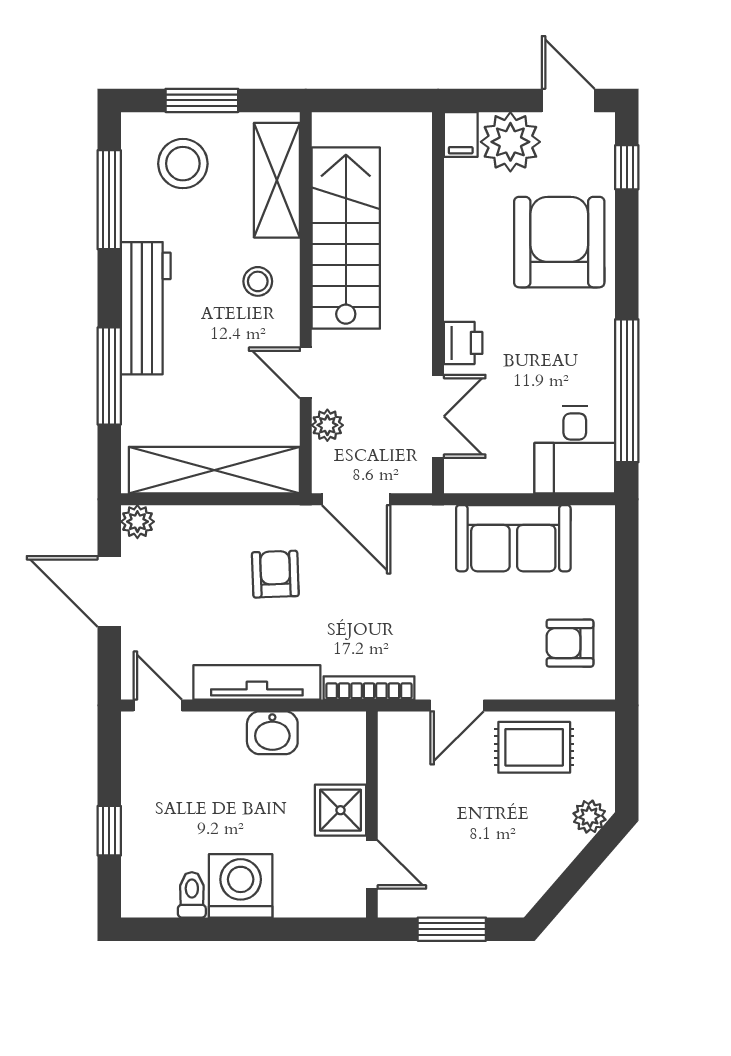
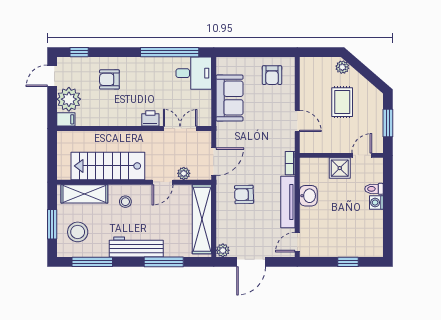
armchair: (559, 242) -> (109, 79), width x0.53, depth x0.53
bookcase: (369, 688) -> (290, 163), width x0.64
rug: (534, 747) -> (342, 102), moved
washing machine: (241, 886) -> (376, 203), width x0.53, depth x0.53
toilet: (192, 895) -> (374, 189), moved

